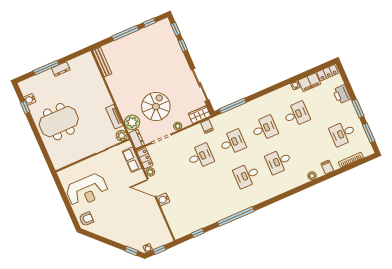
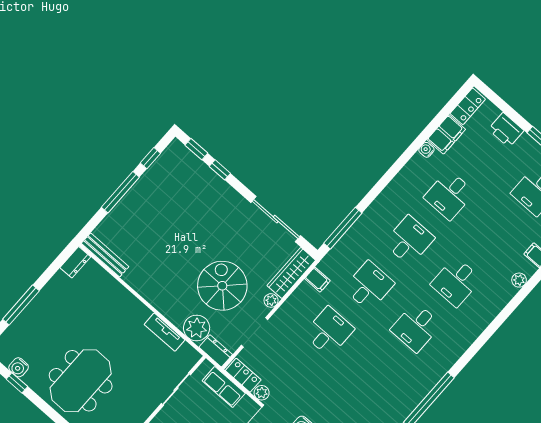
dresser: (61, 69) -> (75, 262), moved
desk: (296, 114) -> (449, 195), turned 180
wardrobe: (199, 115) -> (291, 273), width x1.50
plant: (122, 136) -> (190, 357), removed

